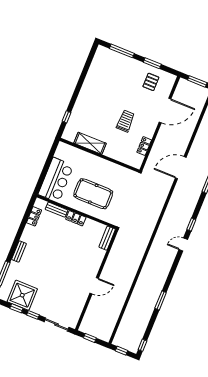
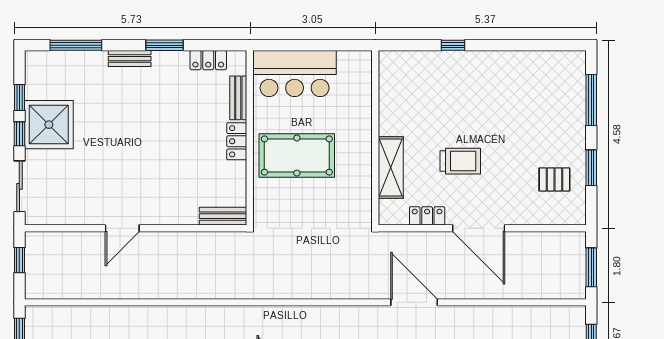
door: (165, 110) -> (479, 228), moved
window: (66, 117) -> (453, 45), moved
shelving: (90, 143) -> (391, 168), moved
pool table: (93, 194) -> (297, 156), turned 90
window: (19, 233) -> (165, 45), added
door: (94, 286) -> (122, 228), hinge flipped
shower: (22, 295) -> (49, 125), moved

